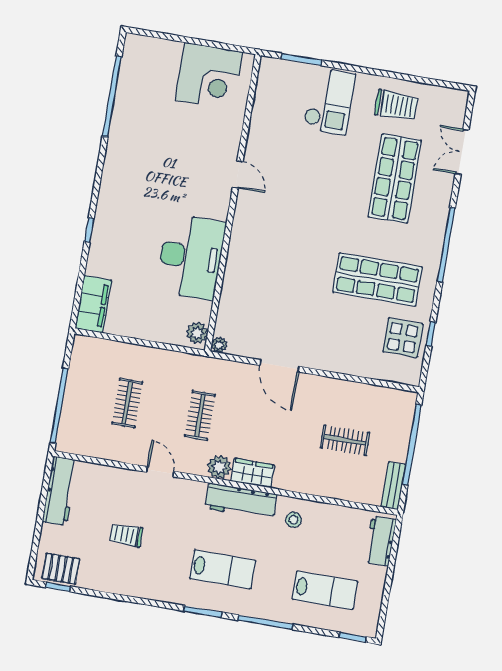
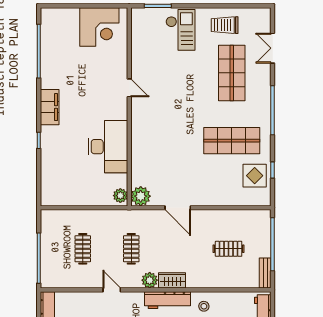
trolley: (396, 105) -> (225, 25), turned 180
filing cabinet: (93, 304) -> (50, 107), moved
plant: (219, 345) -> (141, 196), width x1.88, depth x1.88

